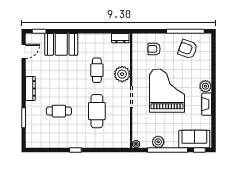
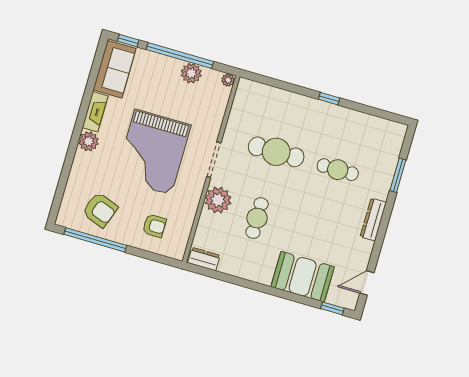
cafe table: (97, 111) -> (276, 152), turned 90
sofa: (194, 139) -> (115, 69), moved, turned -90

